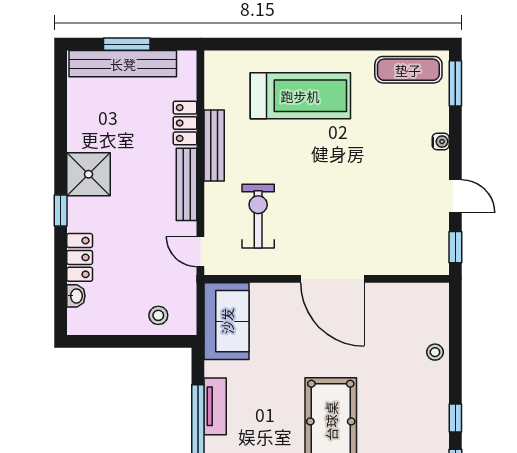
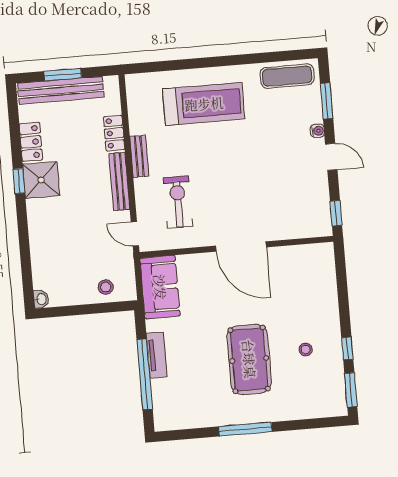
window: (455, 83) -> (327, 101), moved
bench: (214, 145) -> (139, 156), width x0.73
door: (455, 196) -> (331, 157), moved
window: (61, 211) -> (19, 181), moved
locker: (80, 257) -> (31, 142), moved
washbasin: (76, 296) -> (41, 299), moved
stool: (435, 352) -> (306, 350), moved

